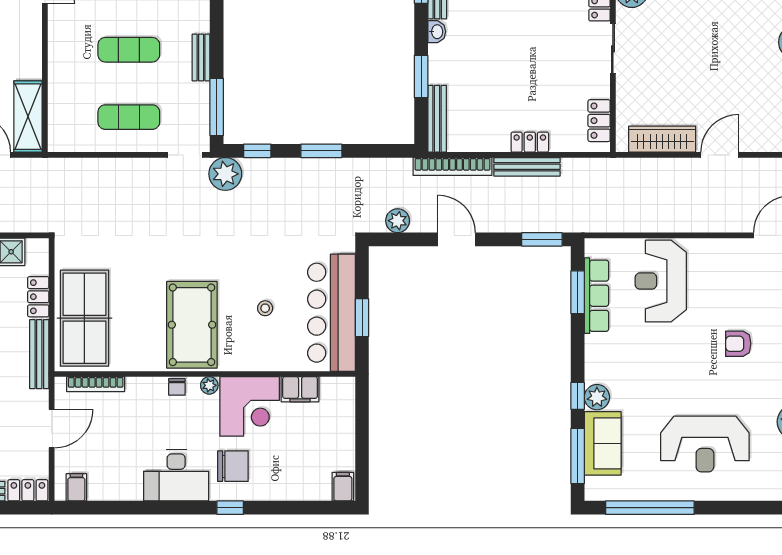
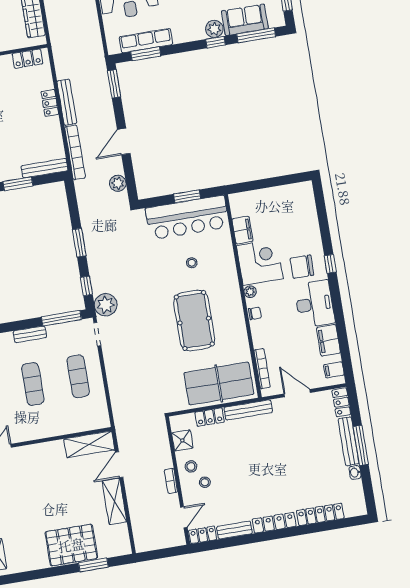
pool table: (192, 325) -> (194, 320), moved, turned 90
chair: (233, 466) -> (302, 267), turned -90
filing cabinet: (343, 487) -> (328, 340), moved, width x2.00

